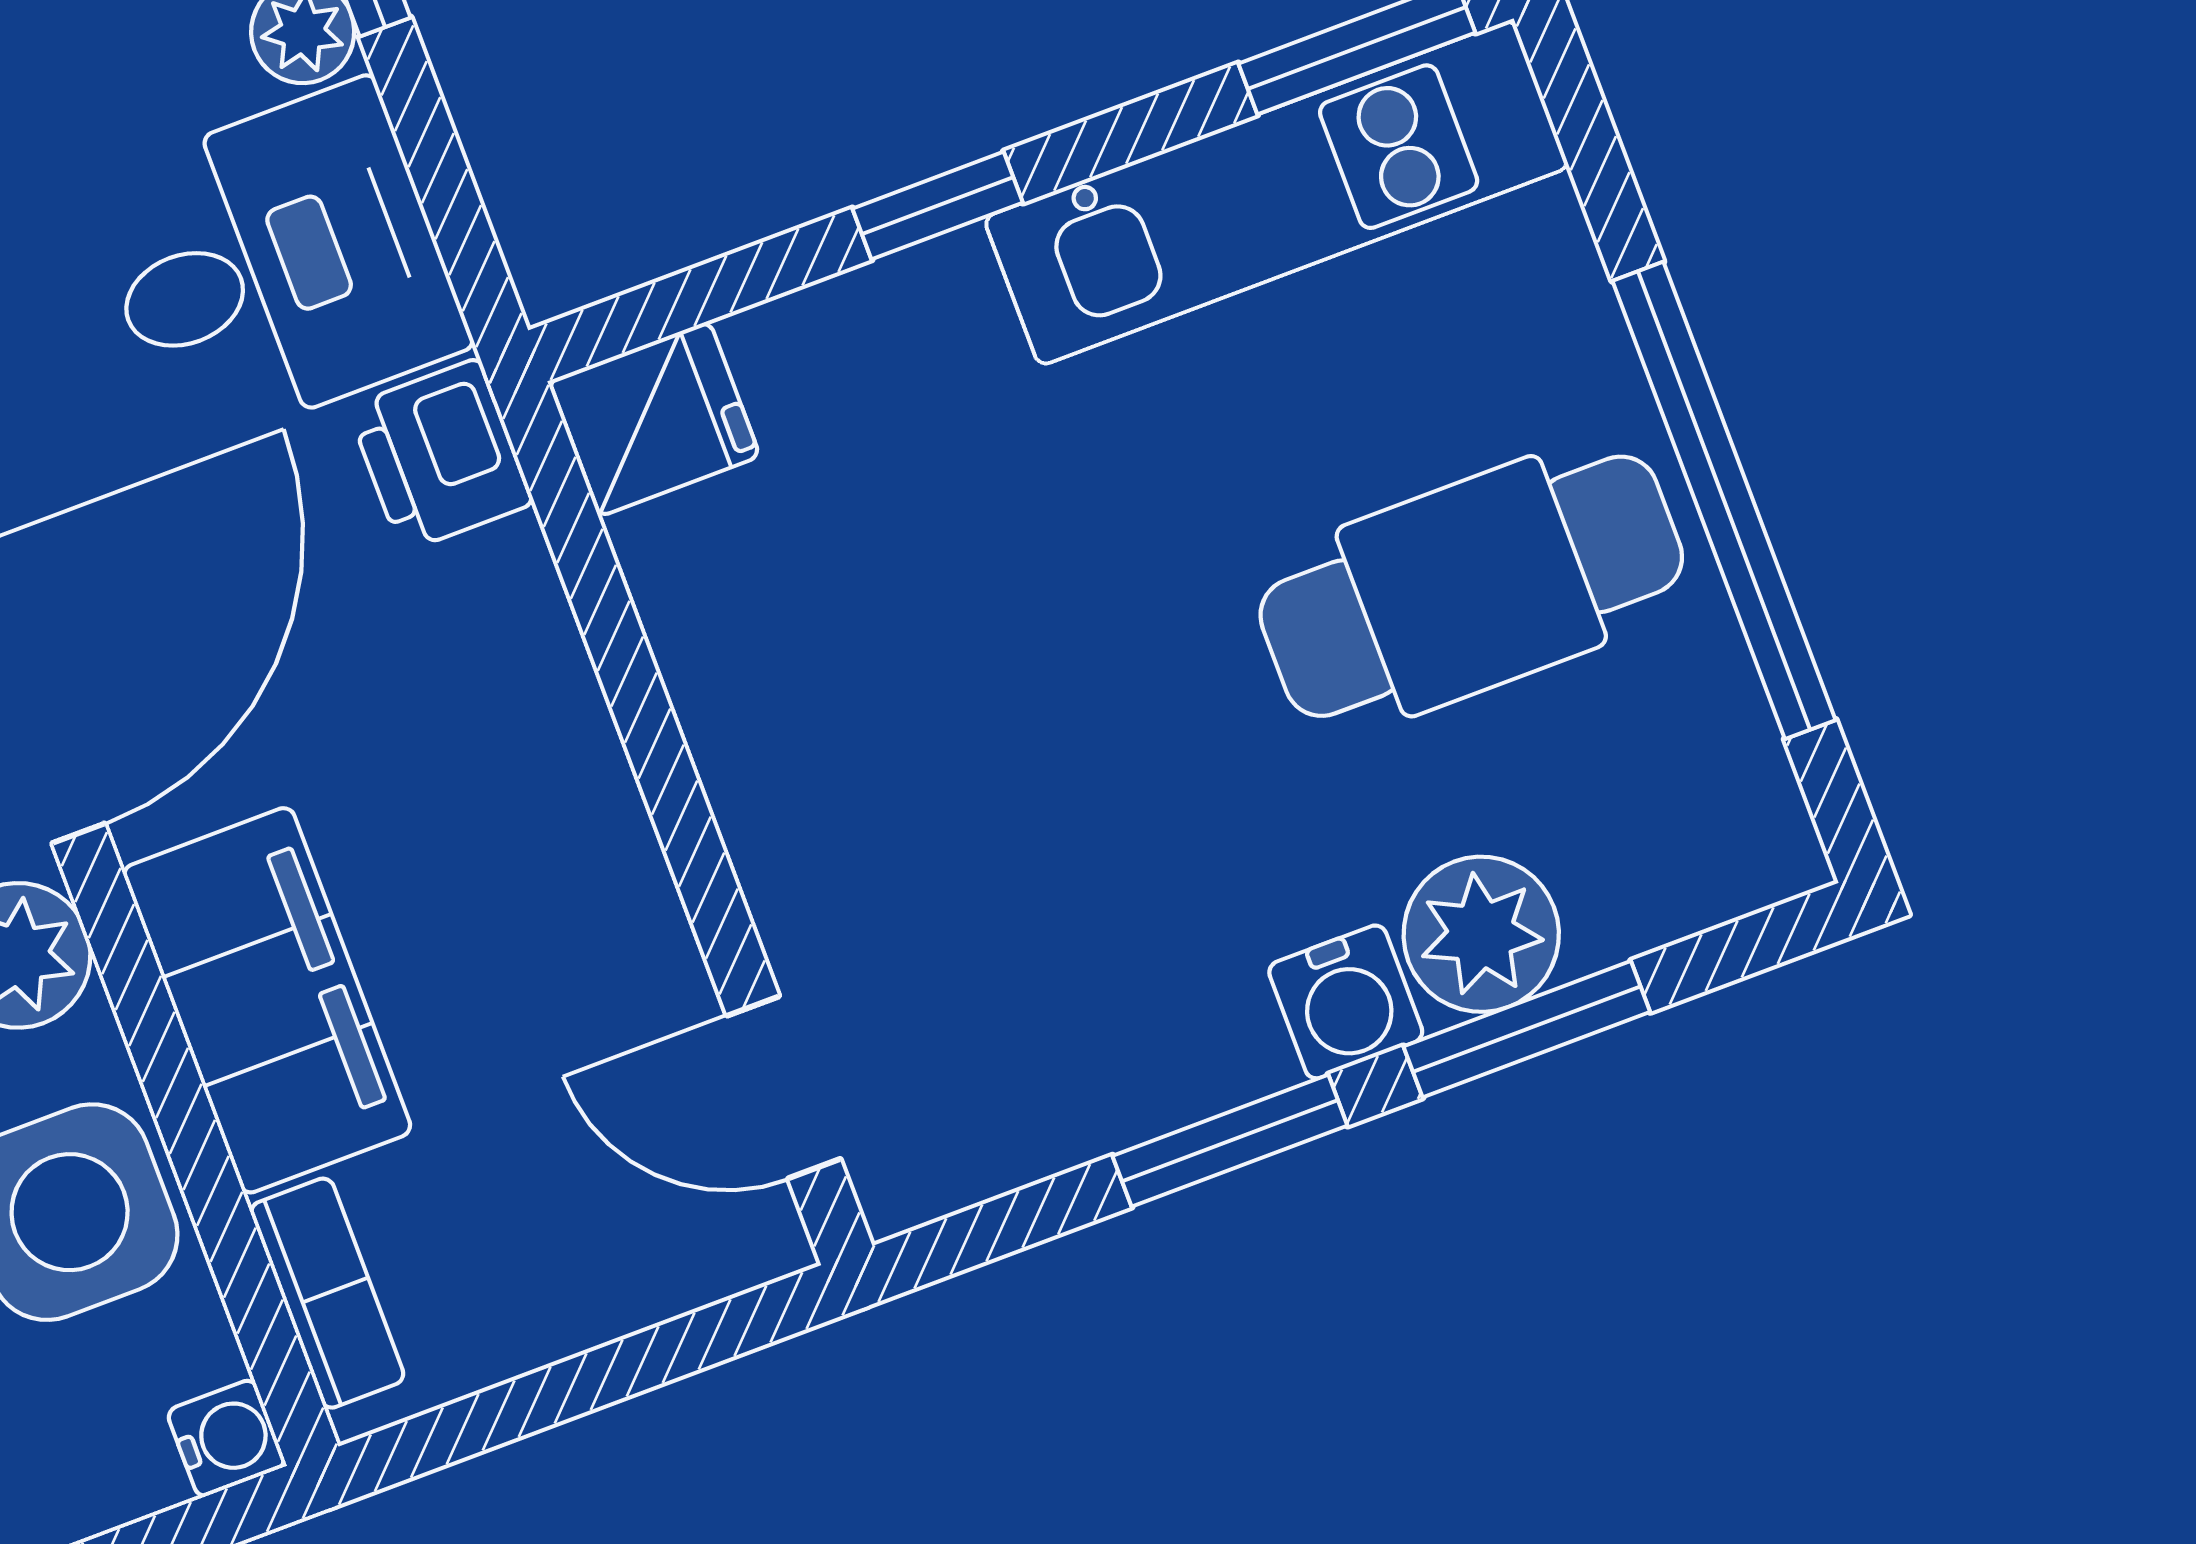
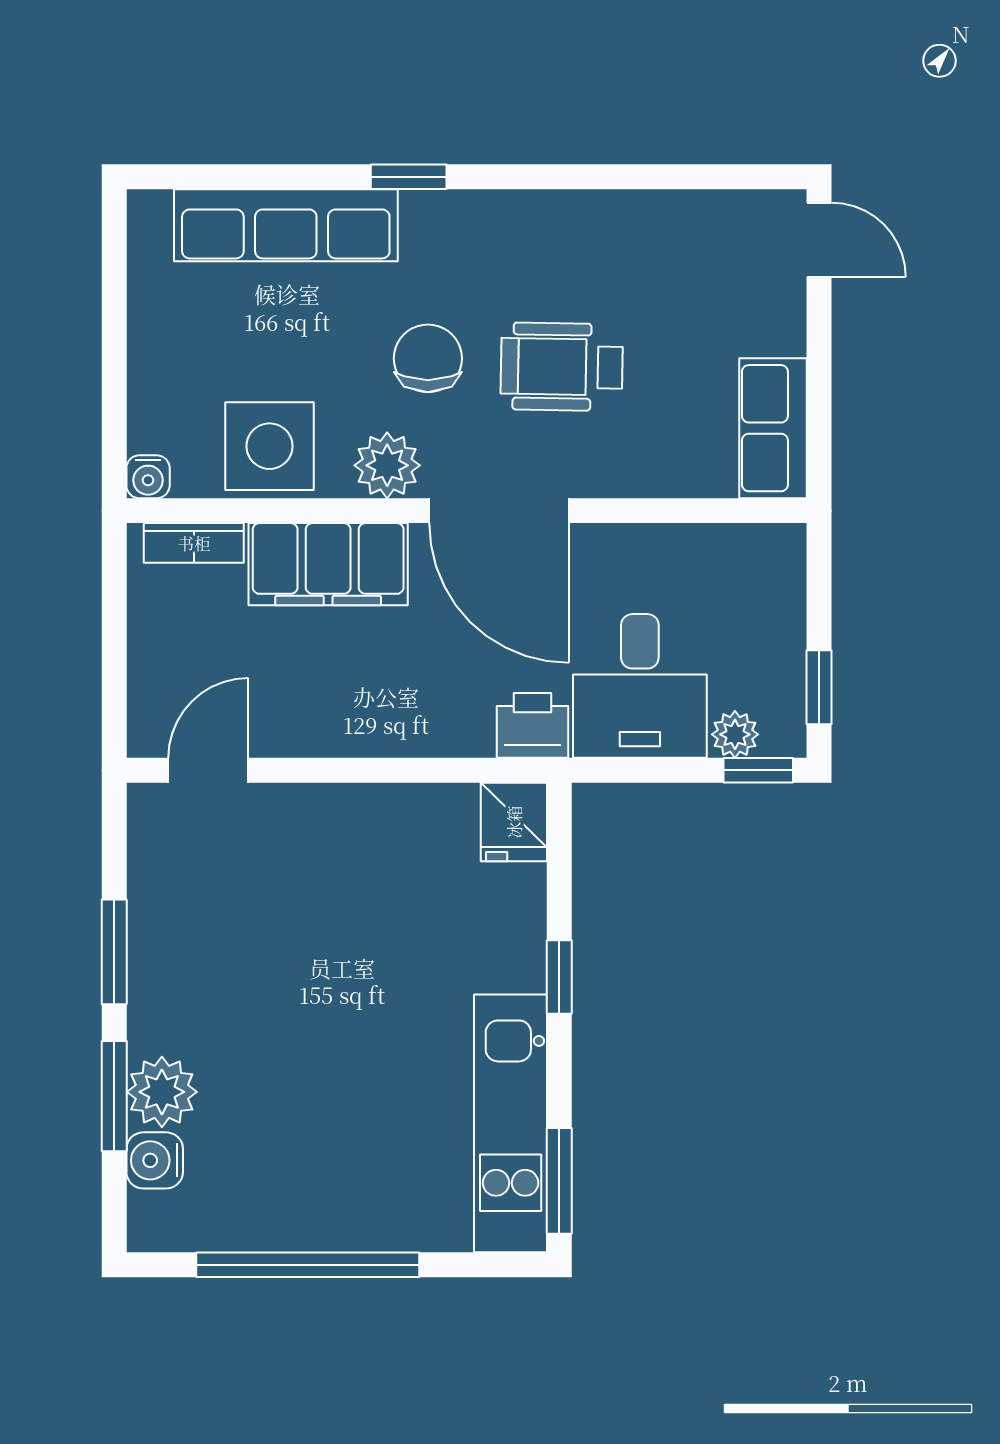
cafe table: (1471, 586) -> (312, 1143), removed
water cooler: (1346, 1002) -> (155, 1160), moved

